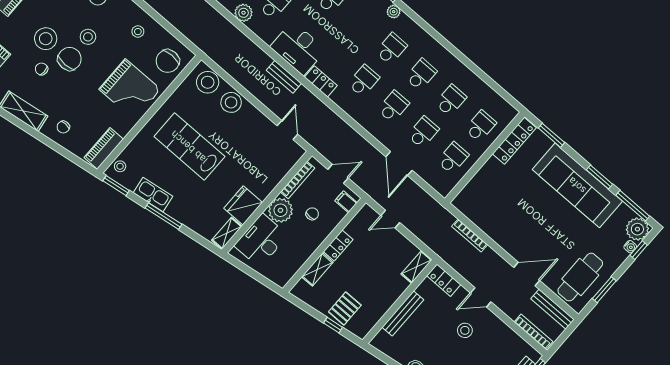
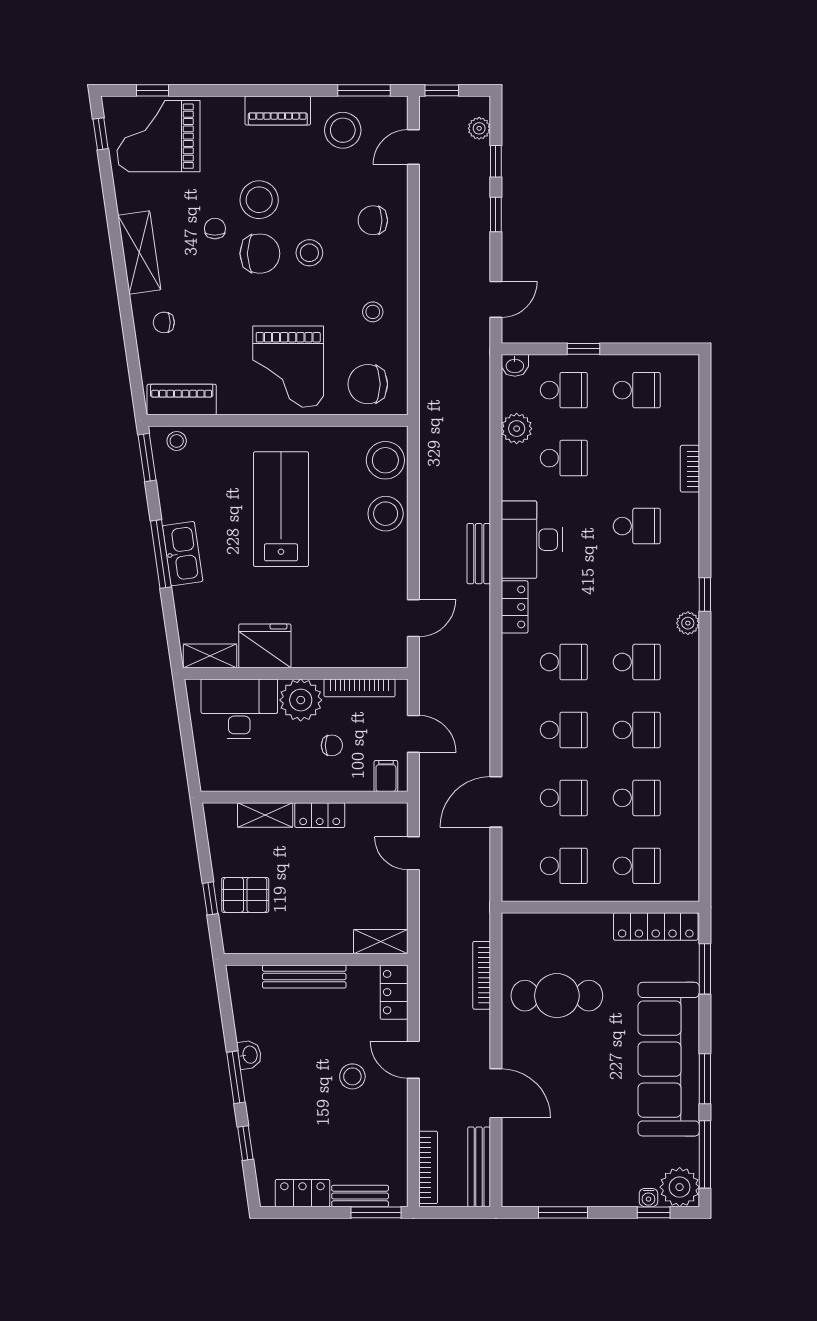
kitchen sink: (153, 195) -> (183, 554), moved
cafe table: (580, 277) -> (557, 996), moved

